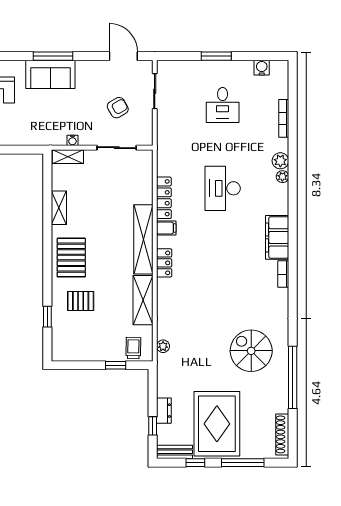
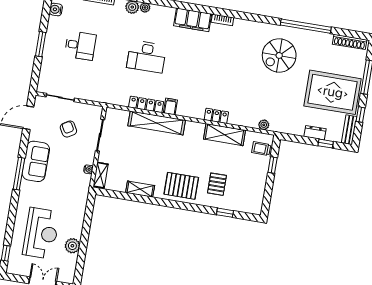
sofa: (50, 74) -> (36, 161), moved
shelving: (143, 239) -> (157, 123), moved
locker: (164, 263) -> (216, 116), moved

